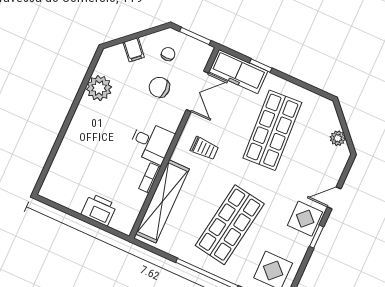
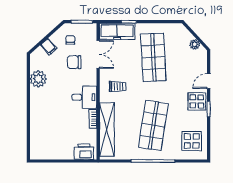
printer: (99, 210) -> (84, 152), moved

